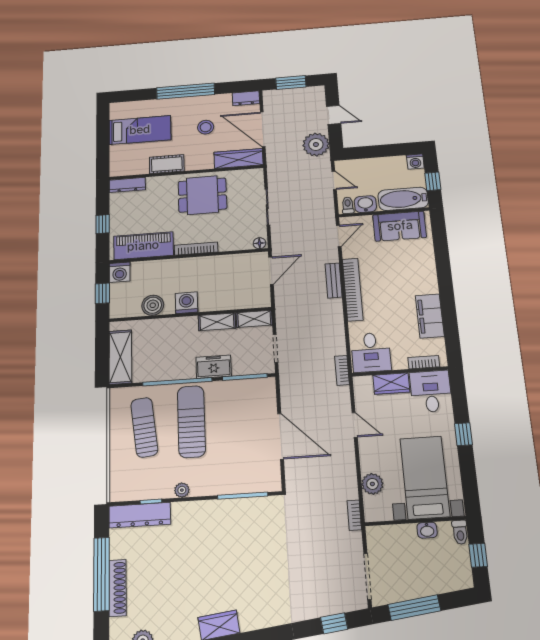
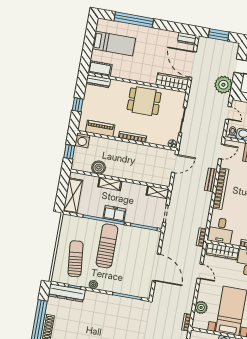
window: (186, 91) -> (134, 20), moved
stool: (206, 127) -> (156, 53), removed
cot: (167, 164) -> (100, 69), moved
piano: (143, 246) -> (100, 128), width x0.73, depth x0.75
washing machine: (186, 303) -> (119, 171), removed
shelving: (217, 322) -> (110, 184), moved
freezer: (214, 367) -> (114, 214), moved
wardrobe: (391, 384) -> (222, 251), width x1.50
sun lounger: (144, 427) -> (75, 259), moved

